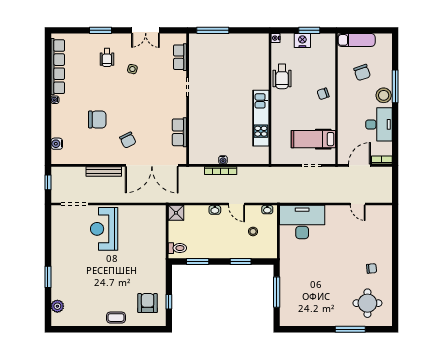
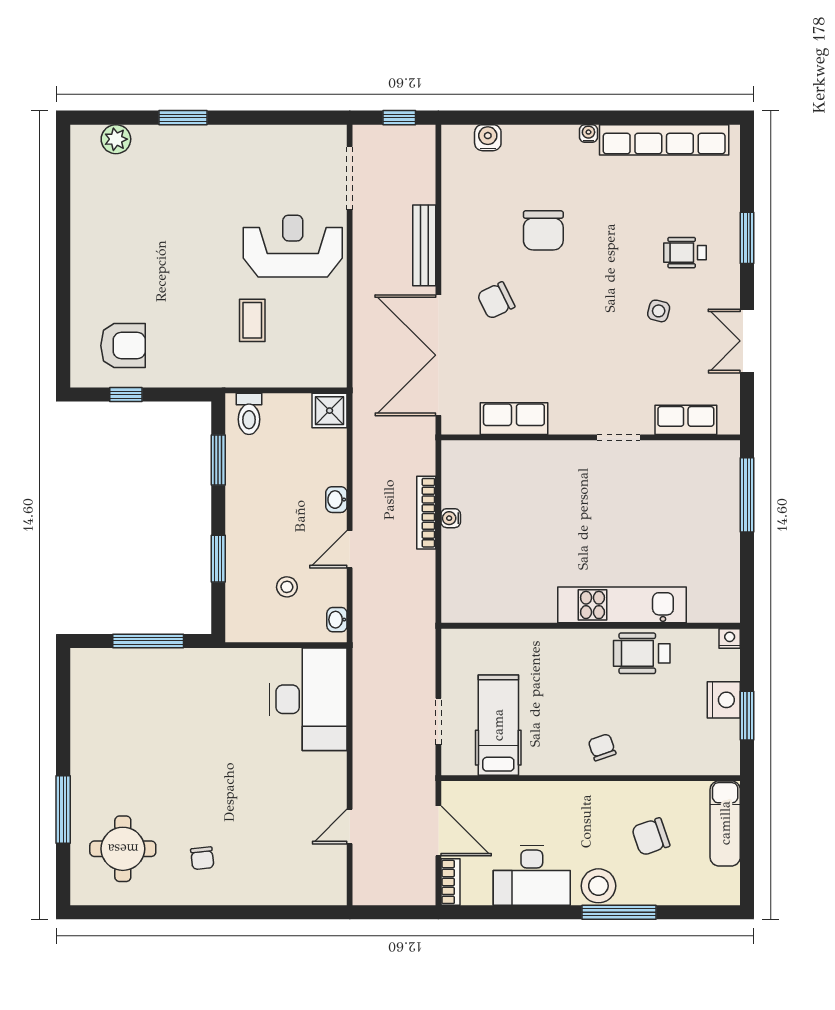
kitchen unit: (261, 118) -> (622, 605), moved
coffee table: (116, 318) -> (252, 320), moved

